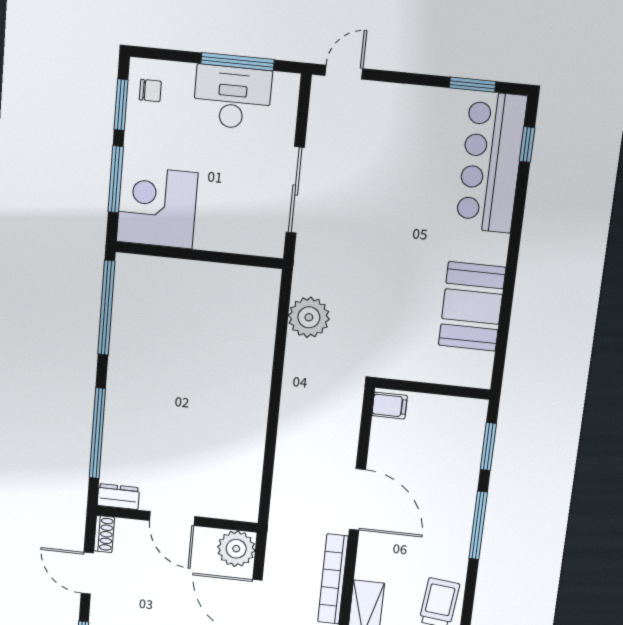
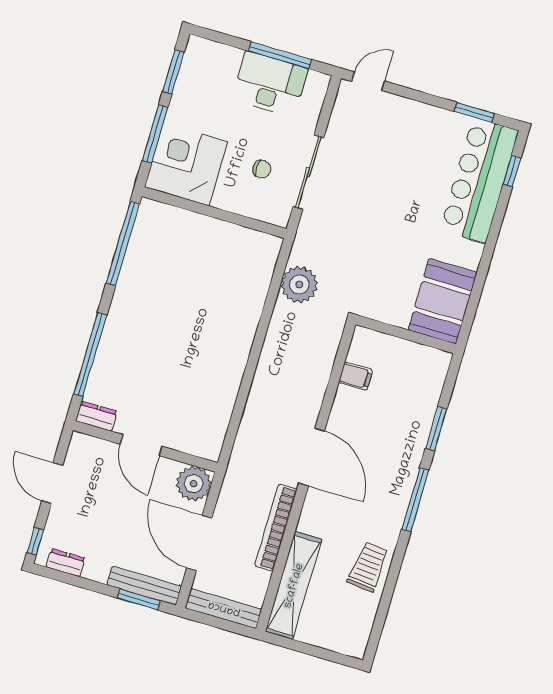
chair: (150, 91) -> (262, 169), moved
wall: (433, 389) -> (406, 334), moved
shoe rack: (104, 534) -> (76, 449), removed

